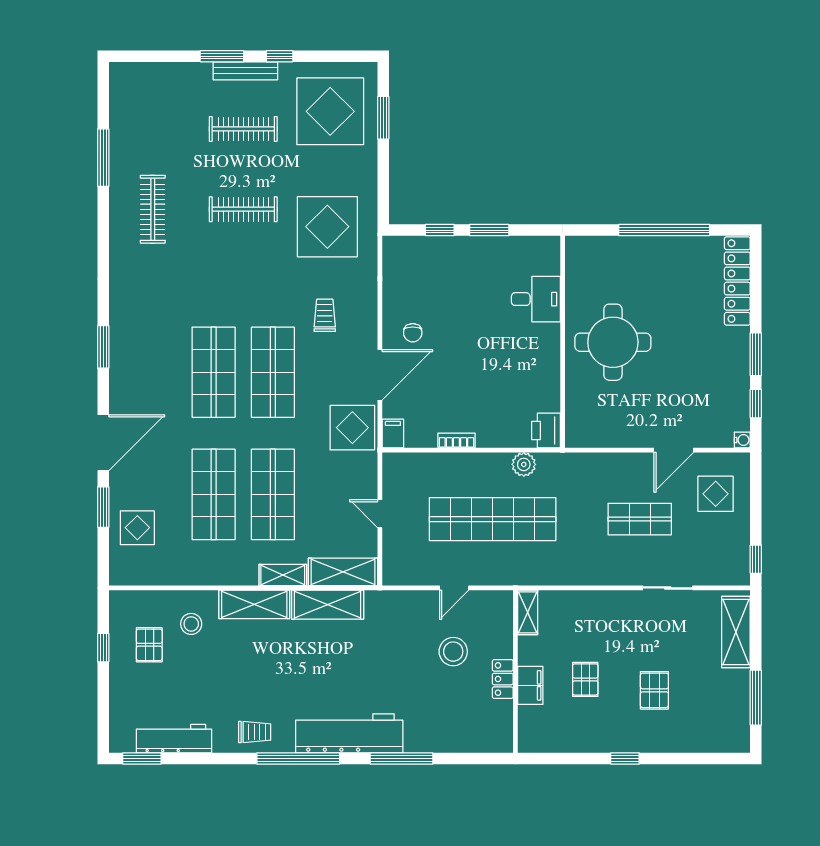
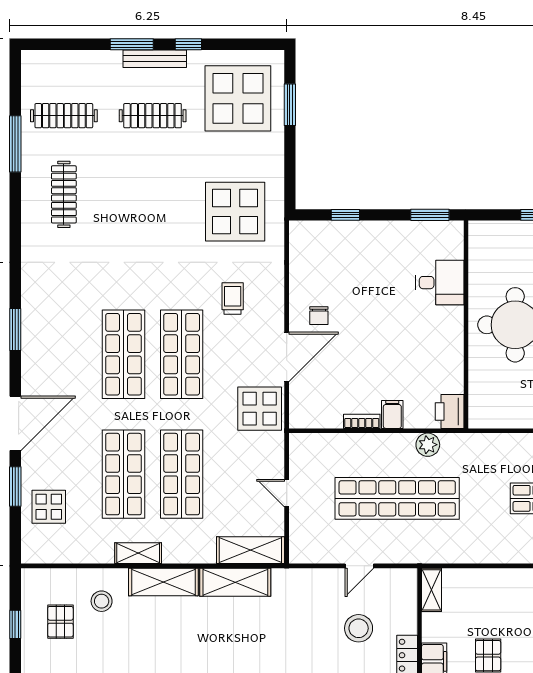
clothes rail: (243, 209) -> (64, 116), moved
window: (489, 230) -> (430, 215), moved
filing cabinet: (393, 434) -> (392, 414), moved
shelving: (283, 575) -> (138, 553), moved

